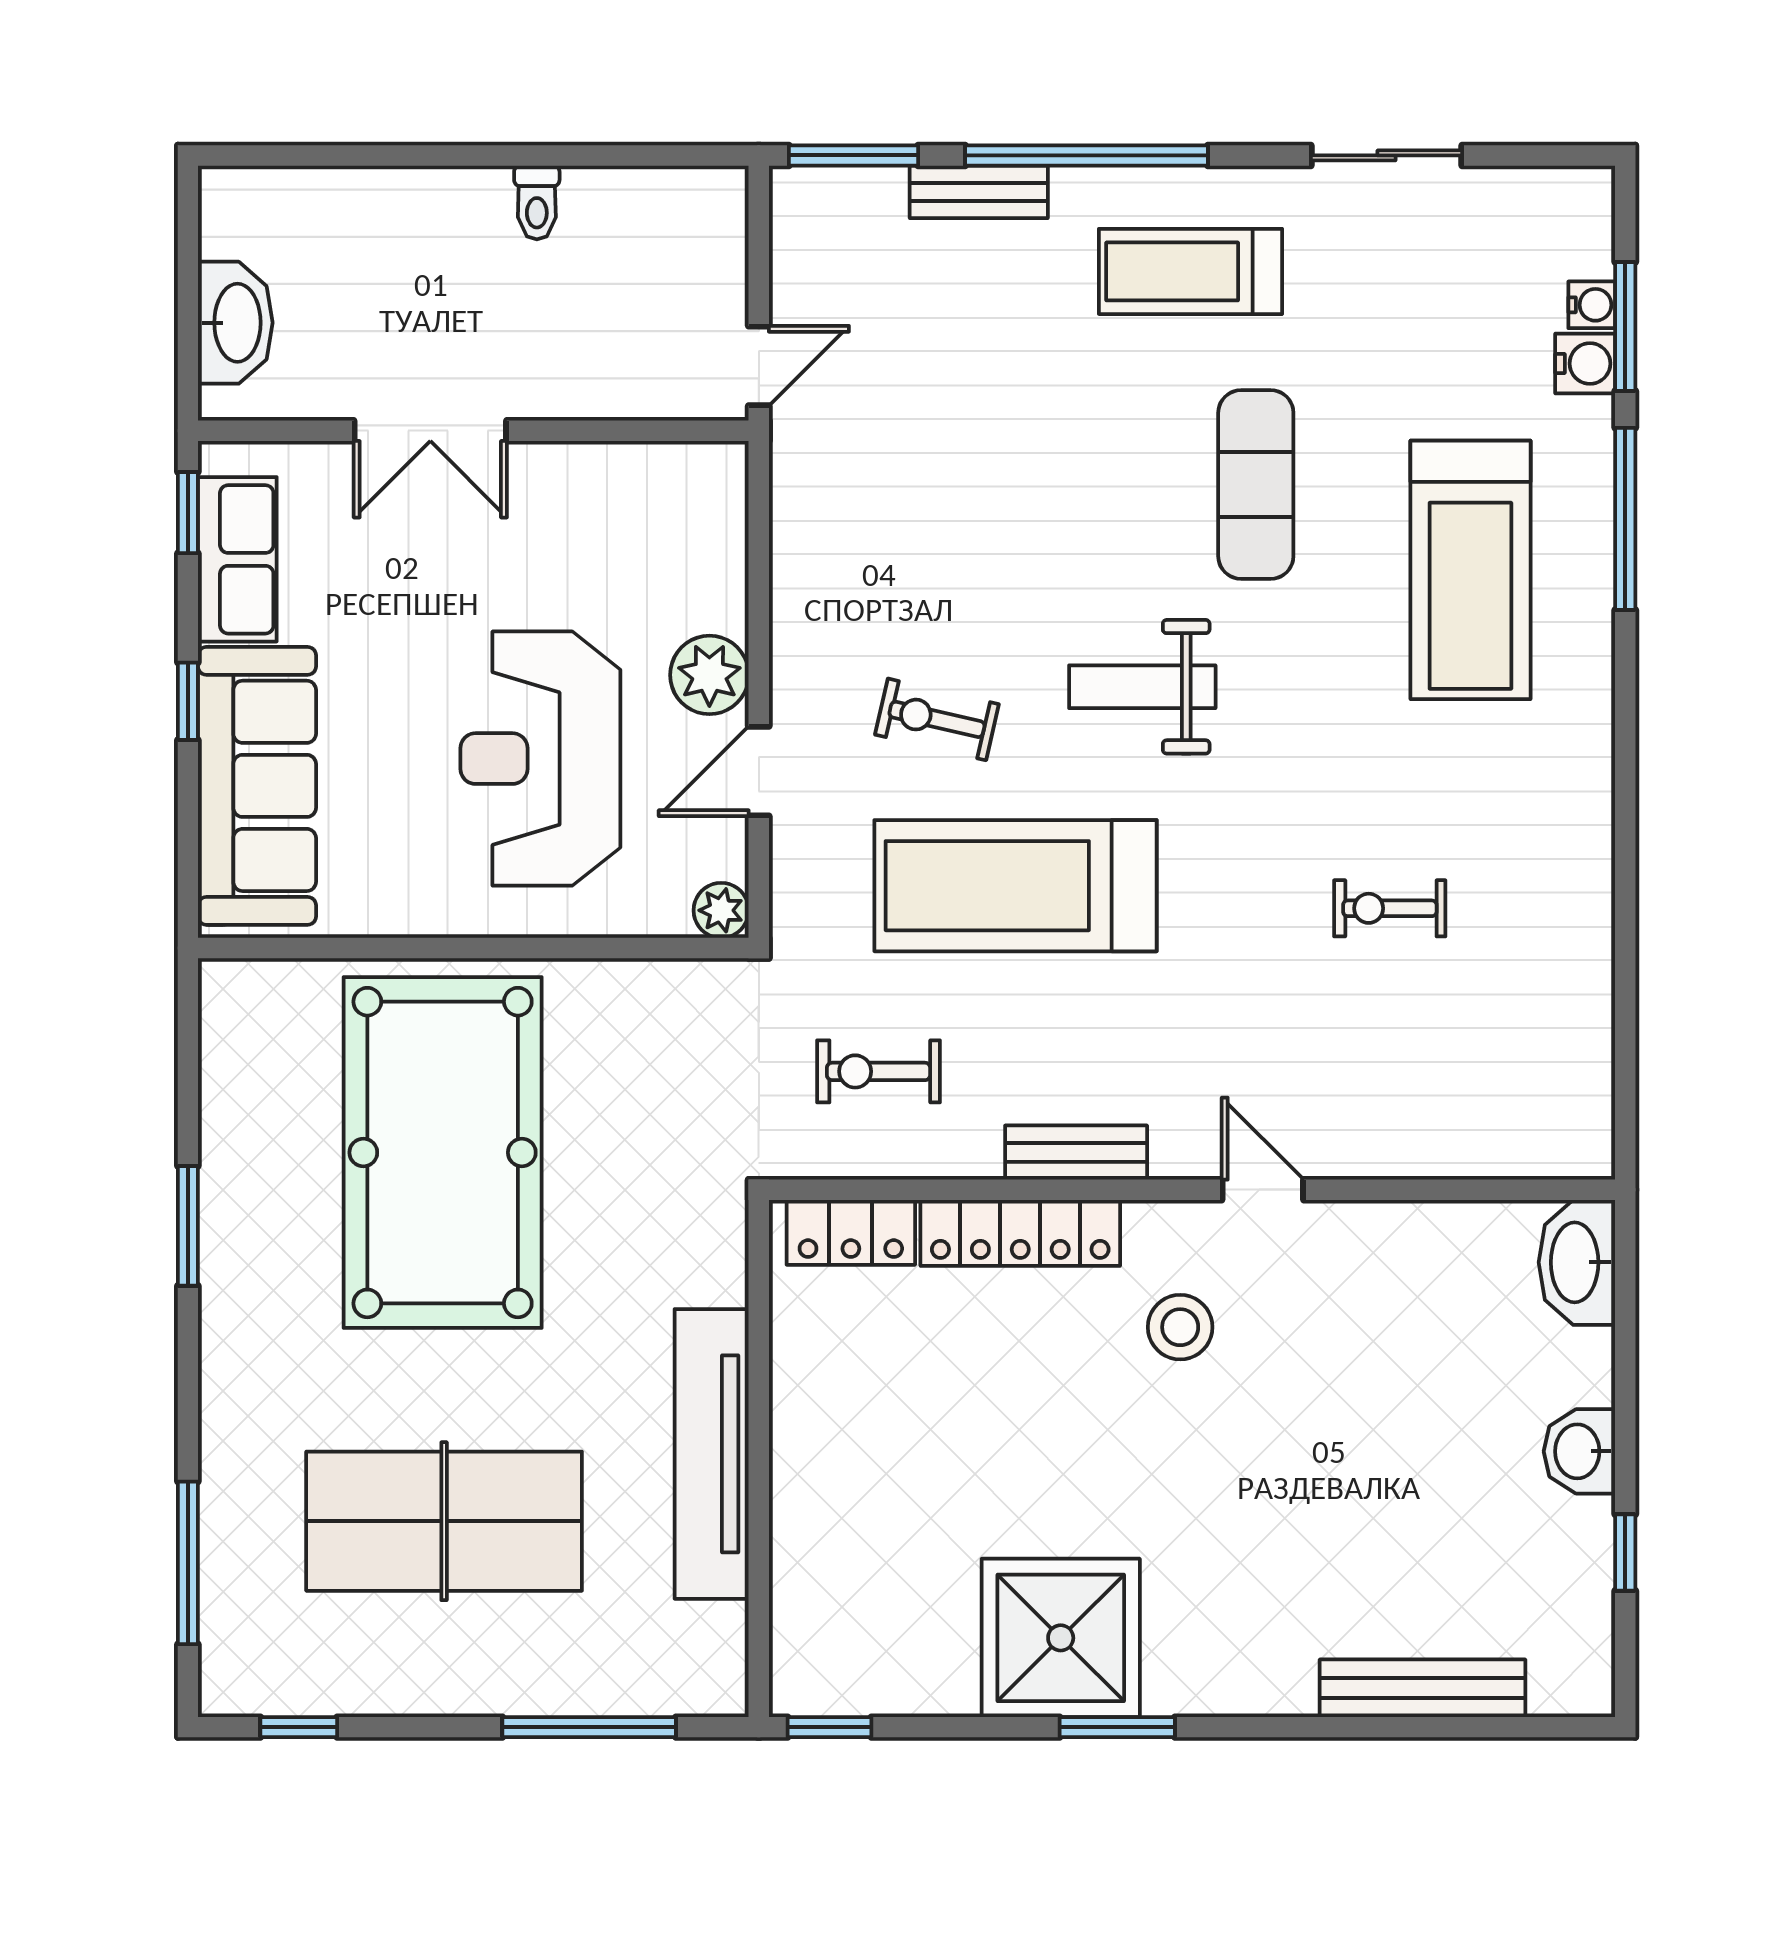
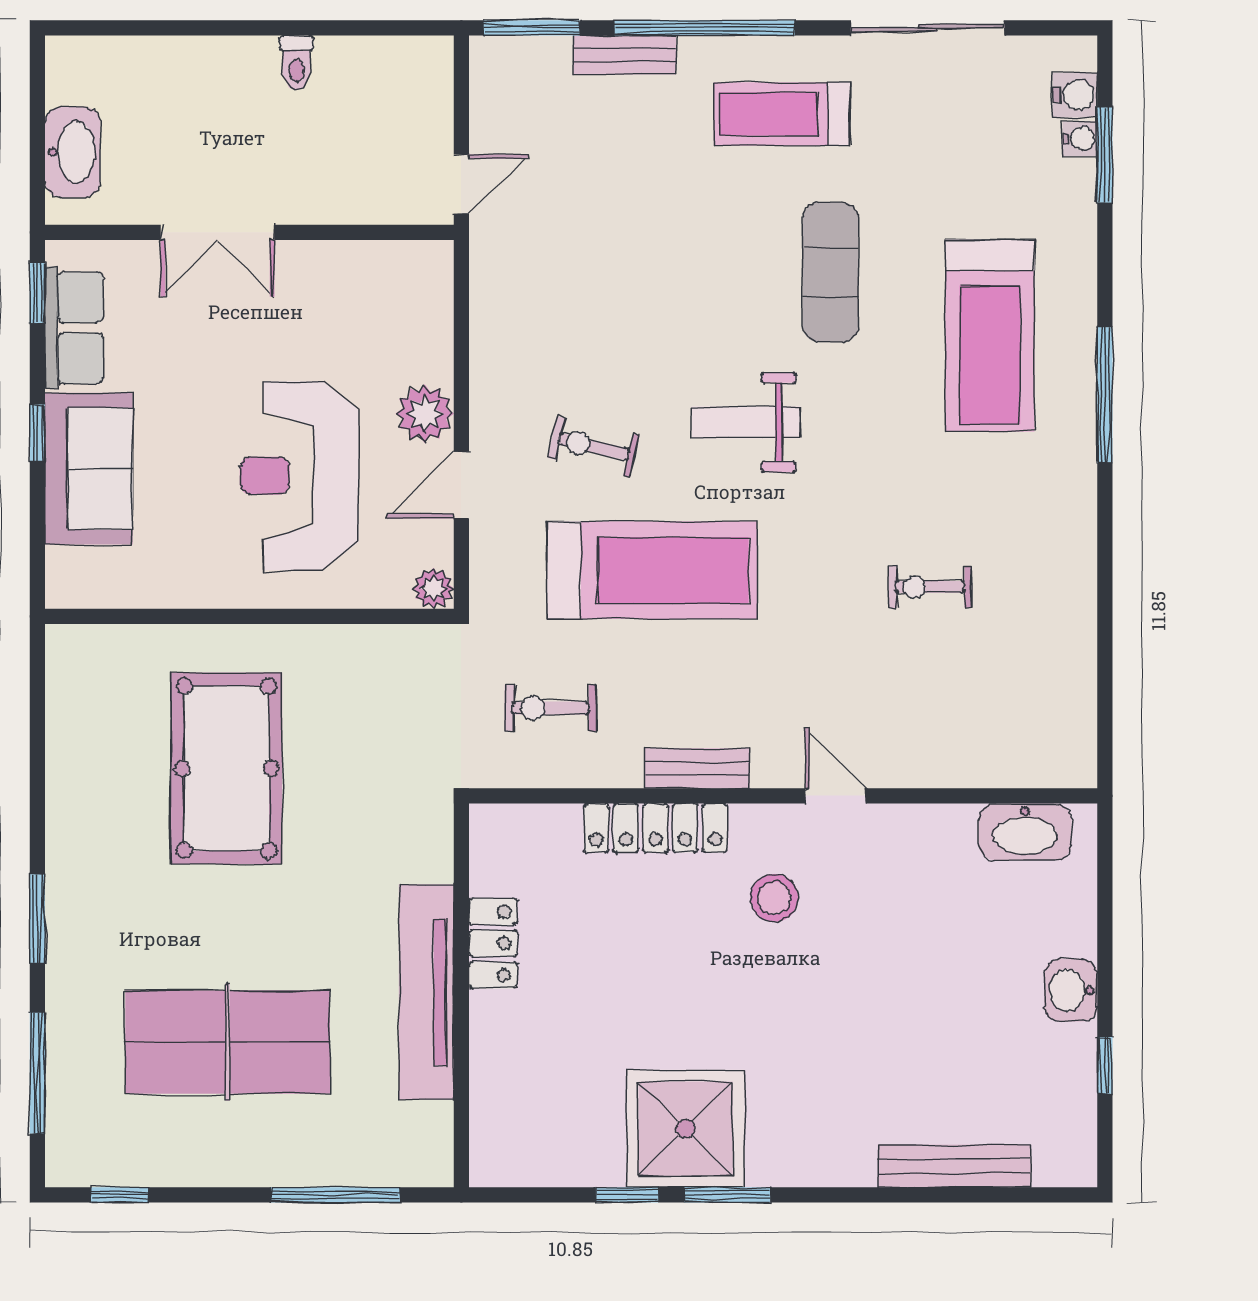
sliding door: (1387, 155) -> (928, 28), width x1.37
water cooler: (1585, 364) -> (1075, 95), moved
window: (1625, 519) -> (1105, 395), moved
sofa: (257, 786) -> (89, 469), width x0.73
treadmill: (1016, 886) -> (652, 570), turned 180
pool table: (443, 1153) -> (227, 768), width x0.73, depth x0.76
window: (188, 1226) -> (37, 919), moved
locker: (851, 1232) -> (493, 943), moved, turned -90
washbasin: (1577, 1262) -> (1025, 832), moved, turned -90
window: (829, 1727) -> (627, 1195), moved

